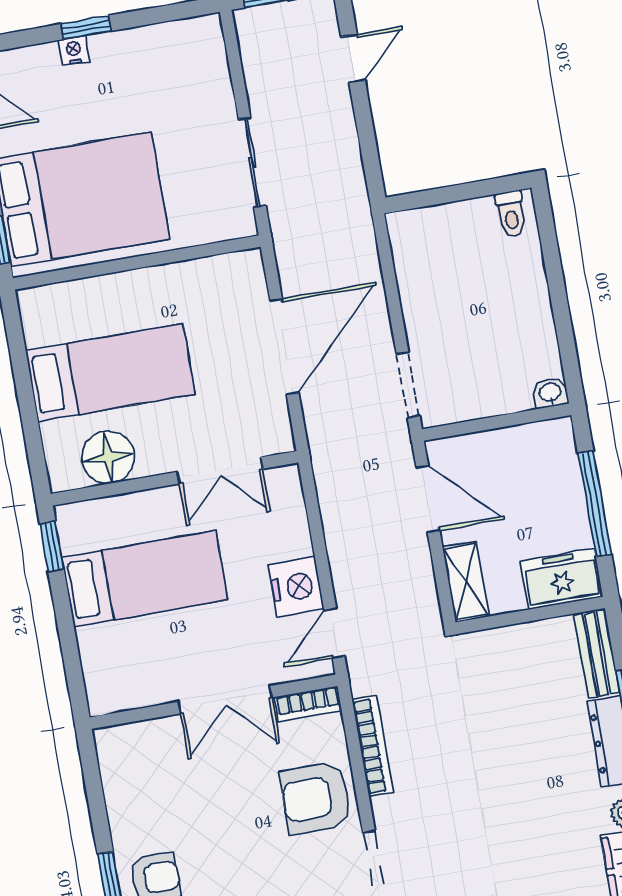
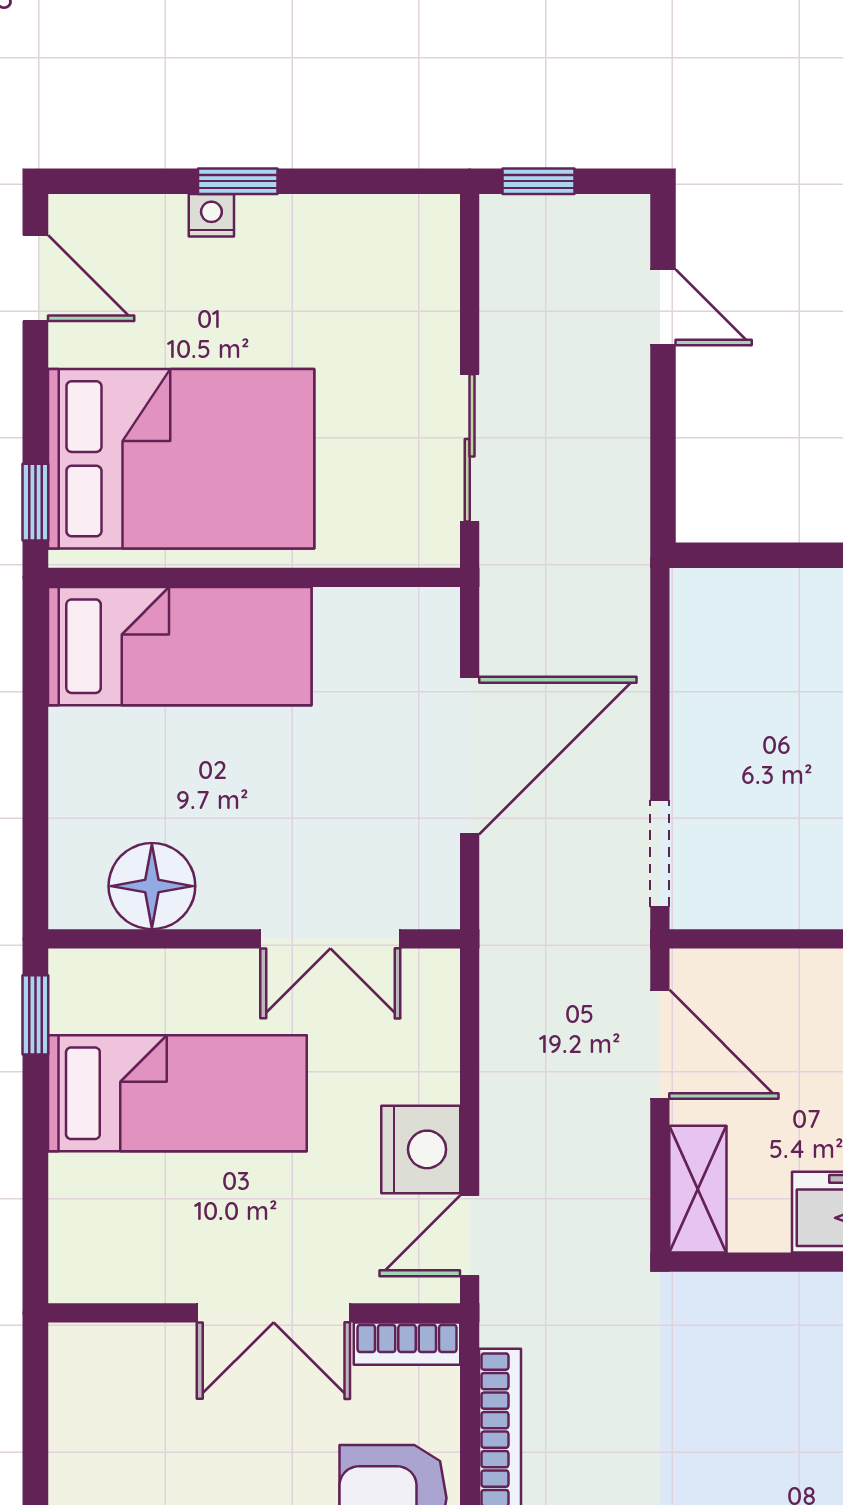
door: (353, 58) -> (663, 307), hinge flipped
bed: (110, 373) -> (180, 646), moved

